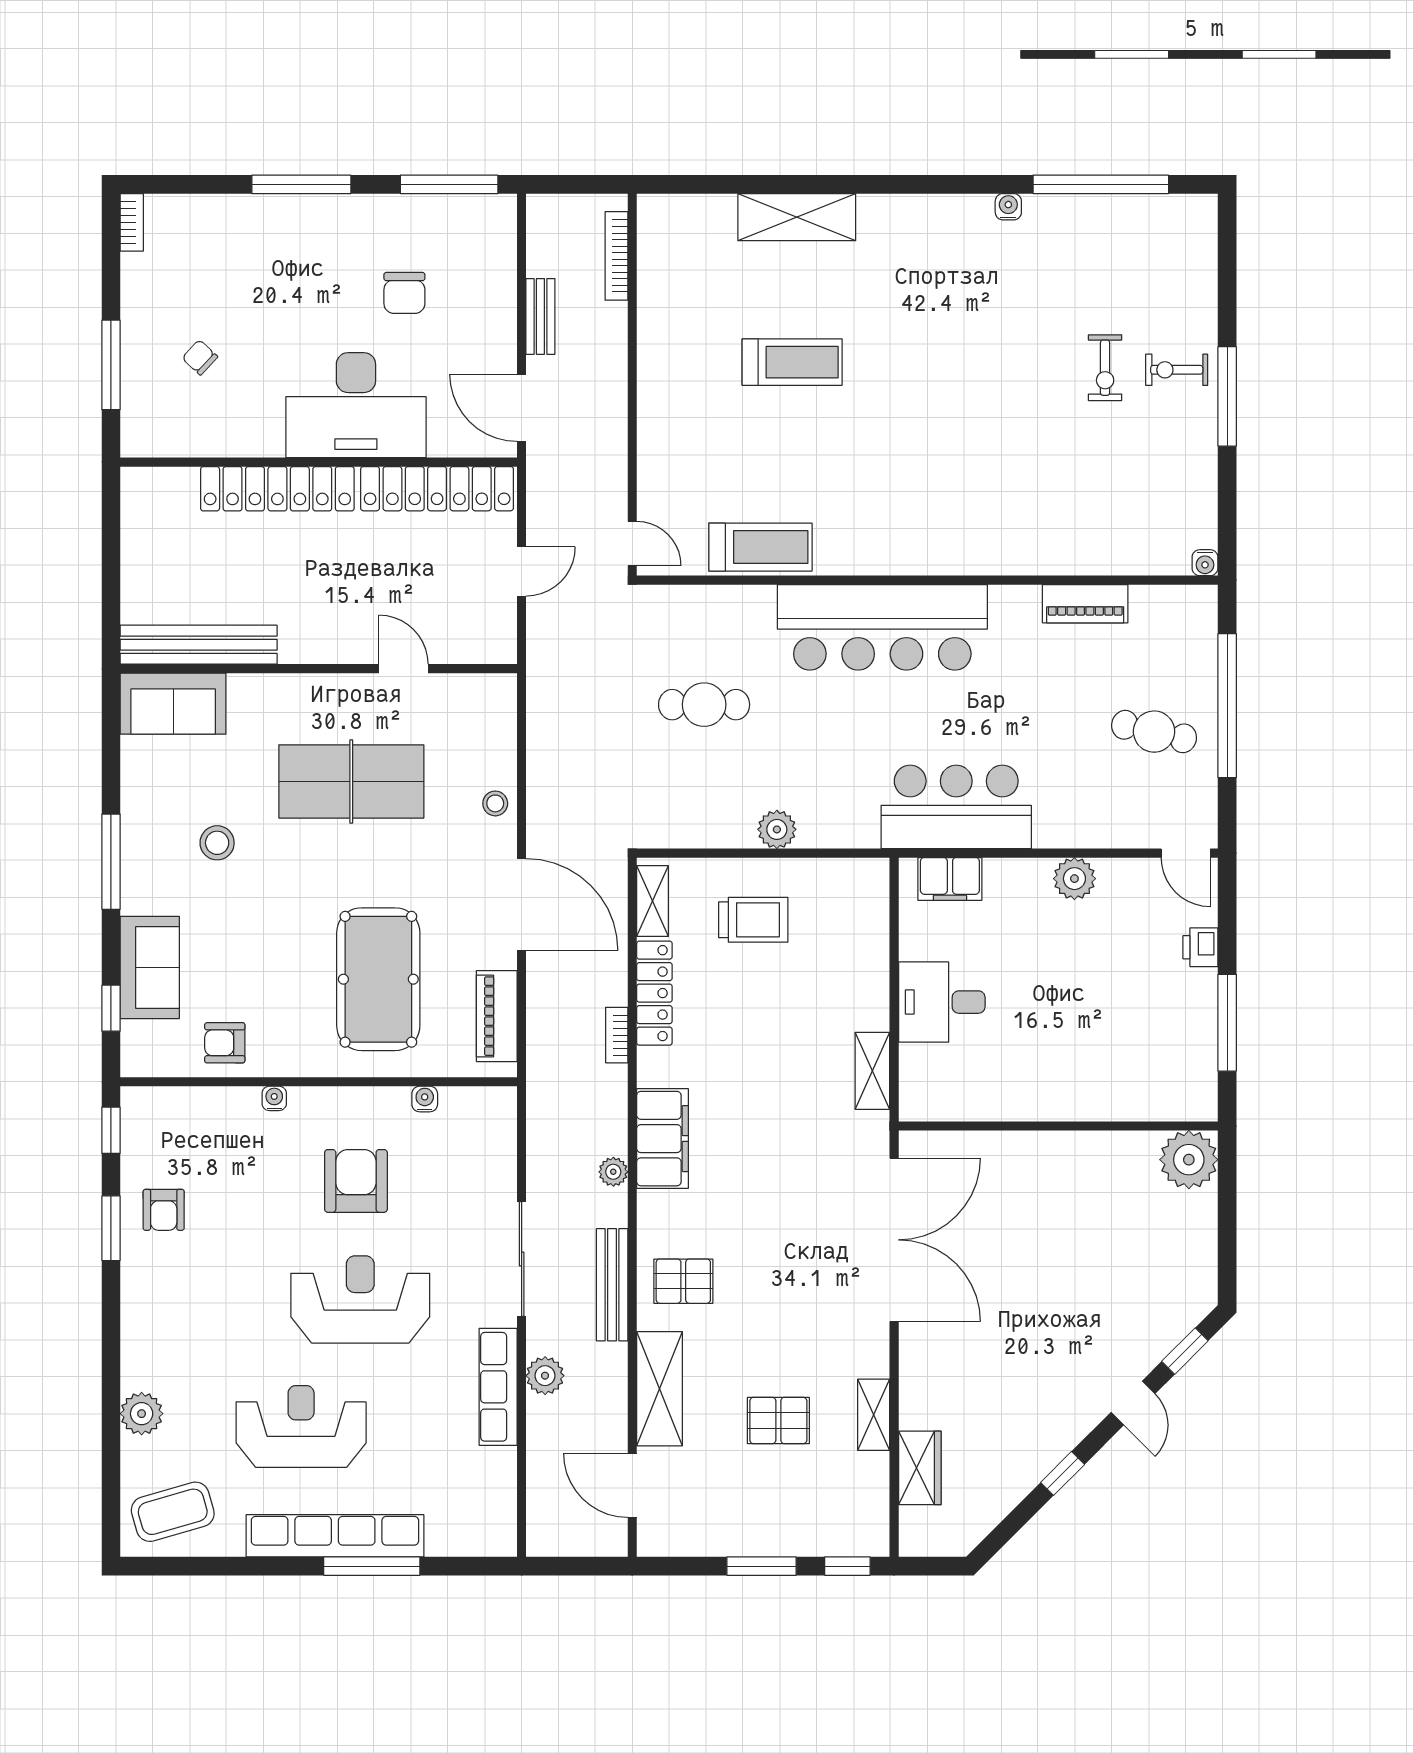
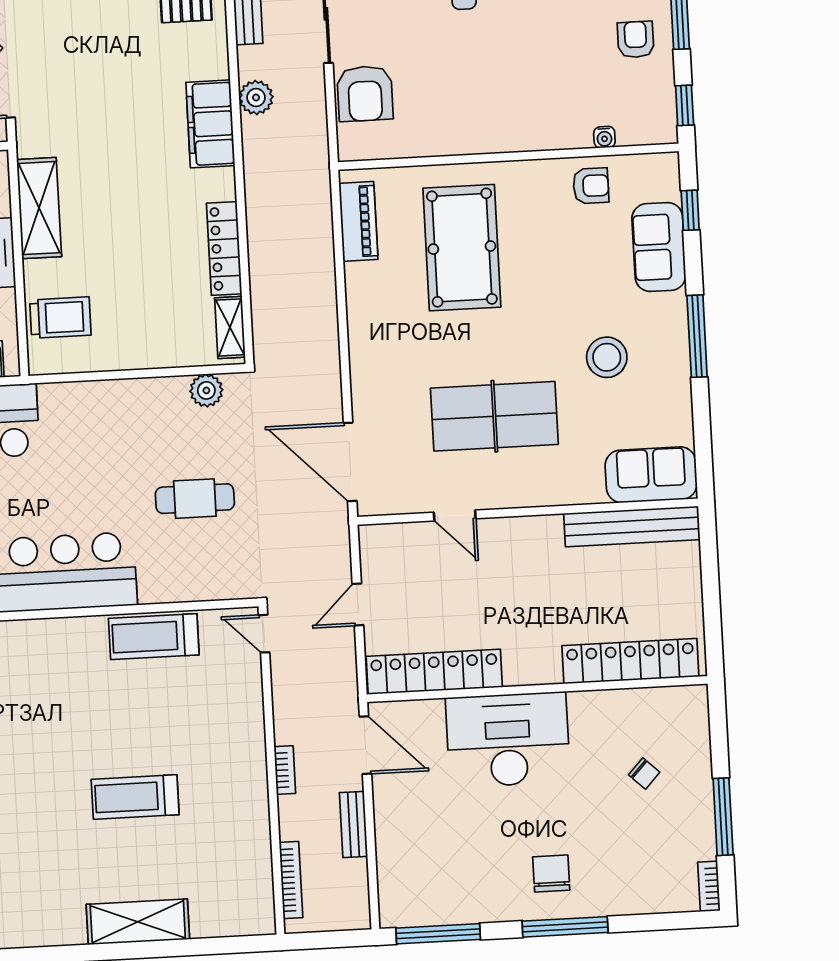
chair: (404, 293) -> (551, 874), moved
window: (111, 365) -> (723, 817), moved
locker: (277, 489) -> (630, 661), moved
stool: (495, 803) -> (370, 404), removed
plant: (777, 829) -> (206, 390), moved
stool: (217, 843) -> (607, 357), width x1.38, depth x1.38
door: (522, 905) -> (350, 462), moved
trolley: (753, 920) -> (60, 318), moved, turned 180
bookcase: (617, 1035) -> (285, 770), moved
shelving: (872, 1071) -> (39, 208), width x1.50, depth x1.33
water cooler: (274, 1098) -> (604, 137), moved
water cooler: (425, 1099) -> (416, 147), removed
plant: (613, 1172) -> (256, 98), width x1.38, depth x1.38
armchair: (356, 1181) -> (365, 93), moved

